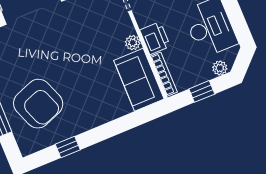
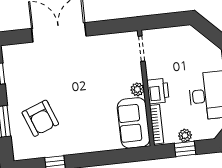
plant: (220, 68) -> (185, 135), moved
armchair: (38, 104) -> (40, 118), width x0.73, depth x0.73

